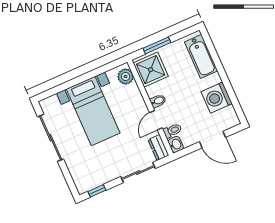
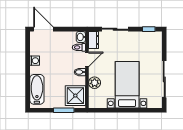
plant: (126, 77) -> (95, 83), moved
washing machine: (217, 98) -> (35, 61), width x0.53, depth x0.53
door: (213, 140) -> (43, 29), moved

